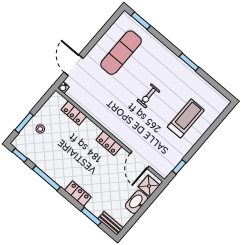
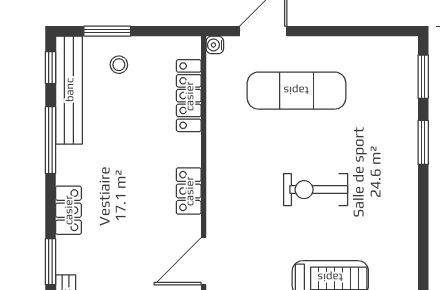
exercise mat: (121, 53) -> (296, 91), moved
window: (189, 62) -> (423, 142), moved
exercise bike: (148, 96) -> (316, 190), width x1.38, depth x1.39
locker: (74, 113) -> (189, 96), width x1.53
bench: (34, 155) -> (69, 90), added

